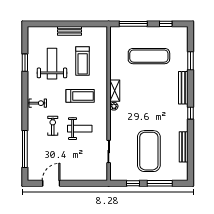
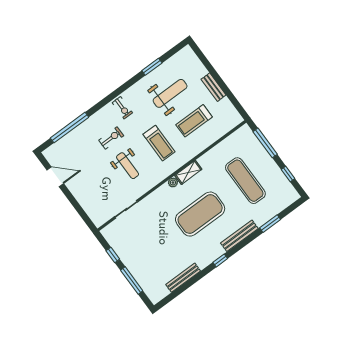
exercise mat: (149, 151) -> (200, 214), moved

